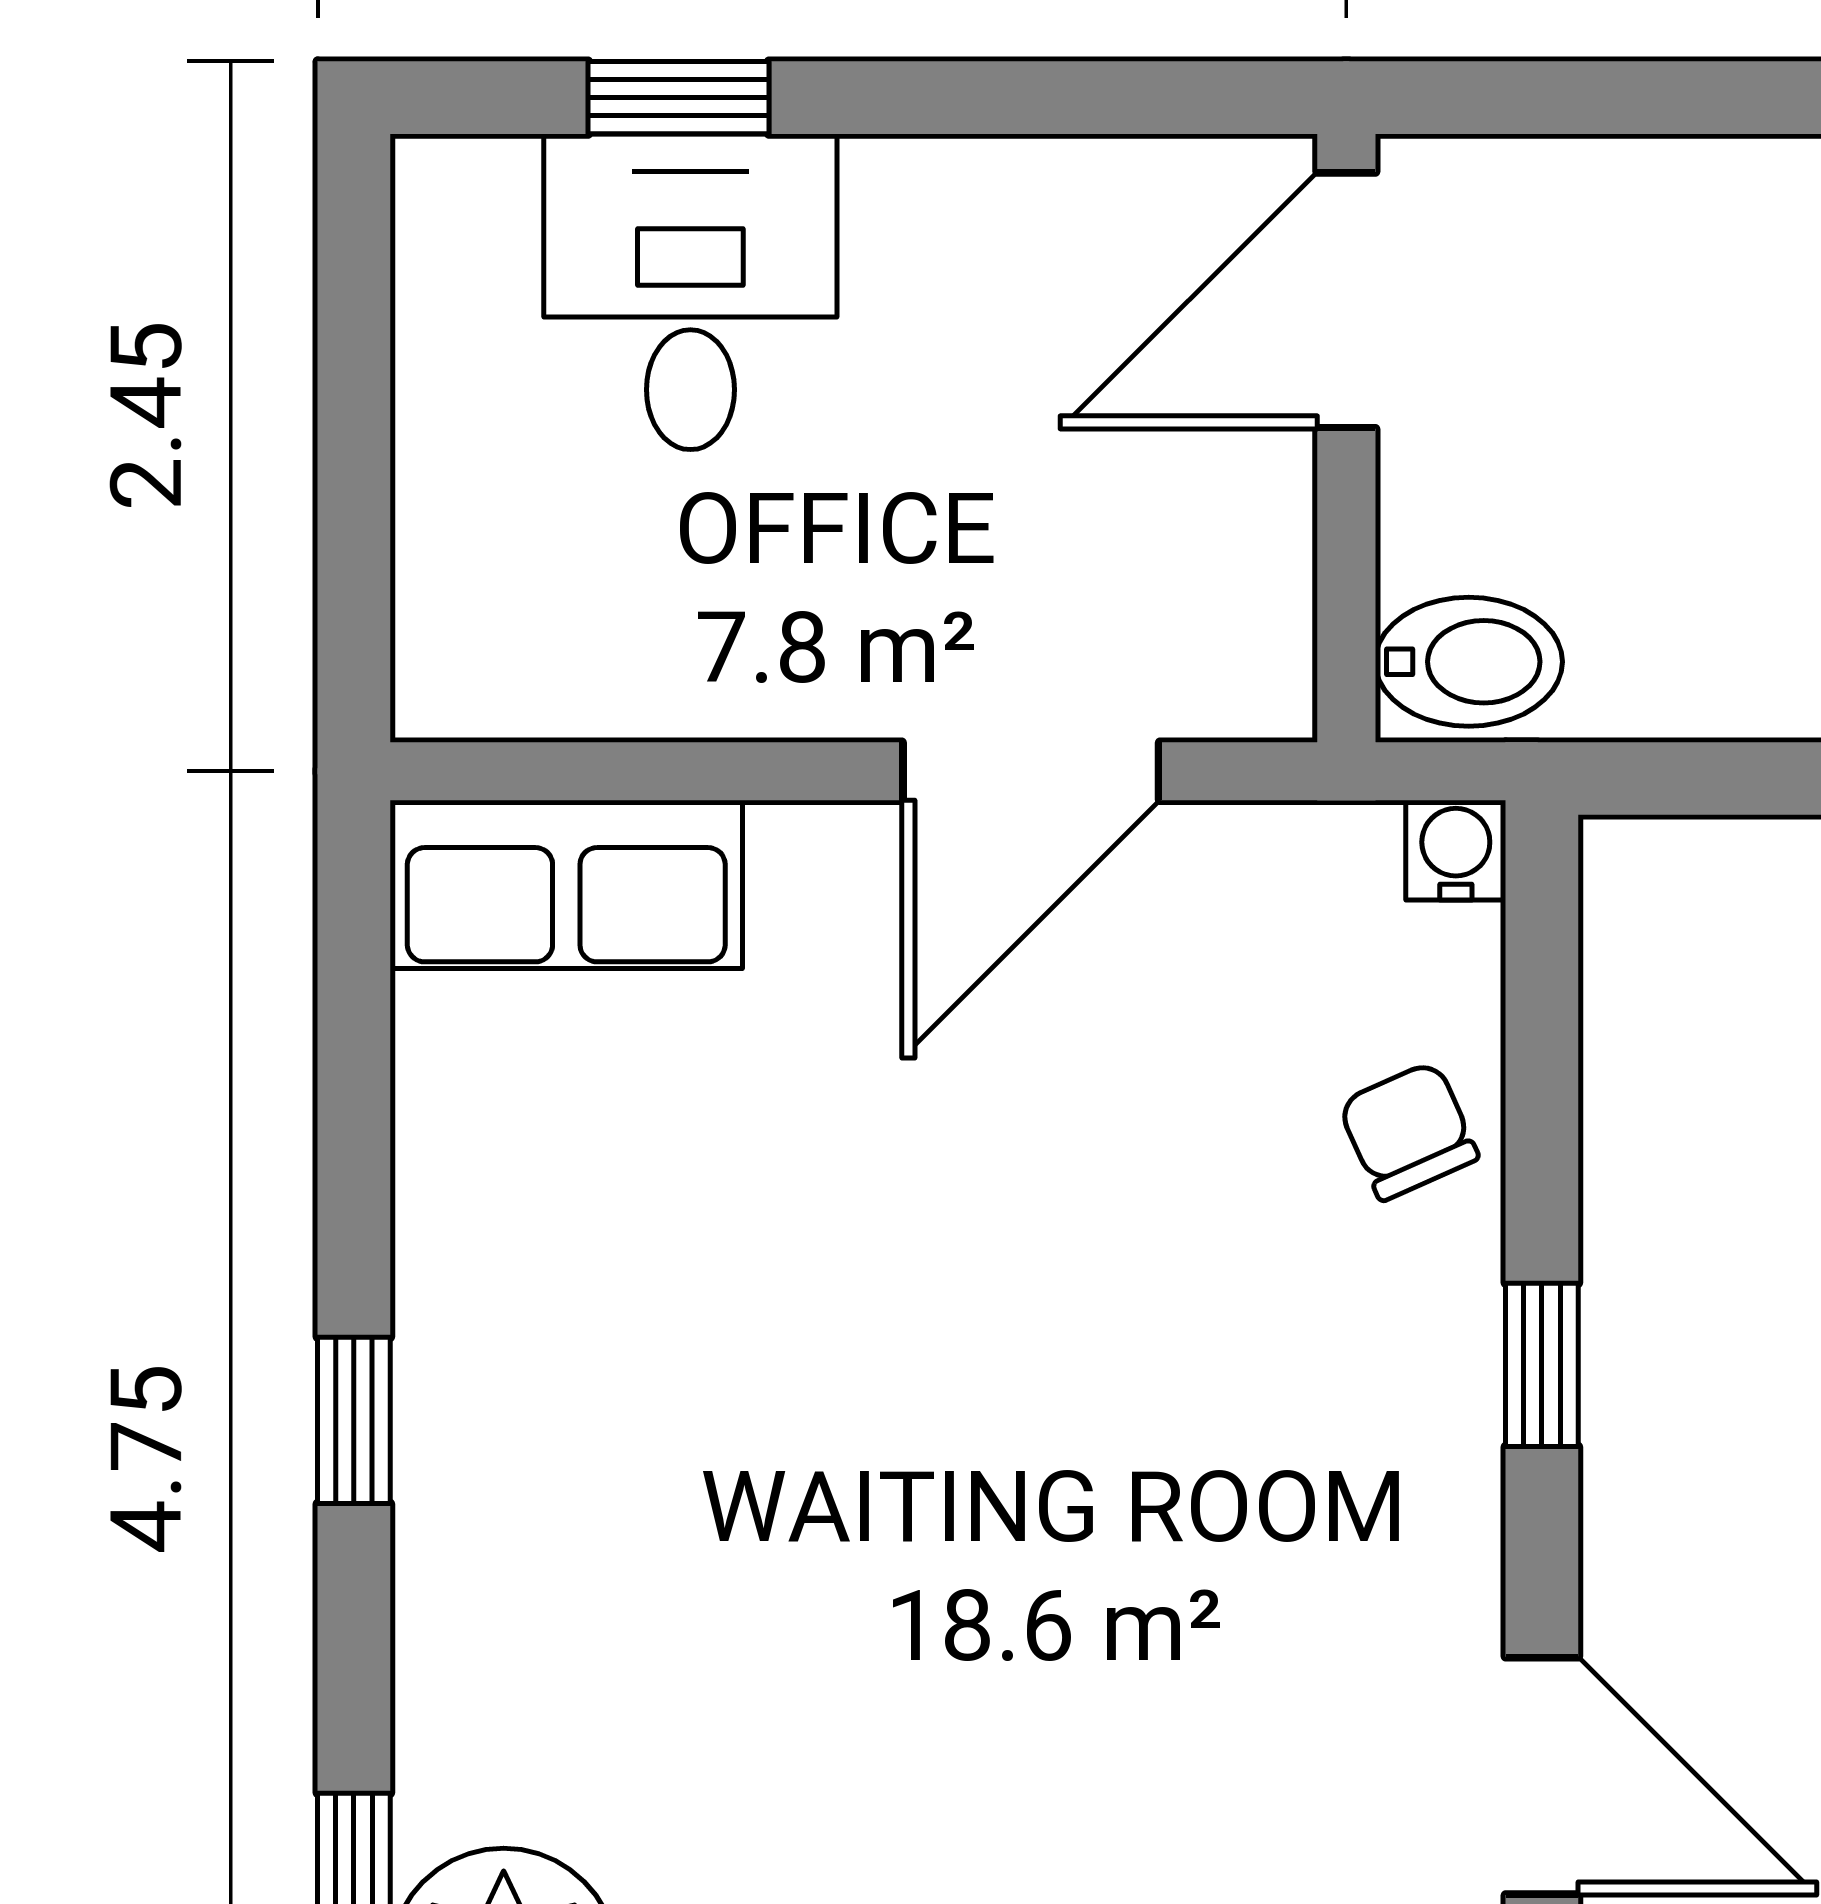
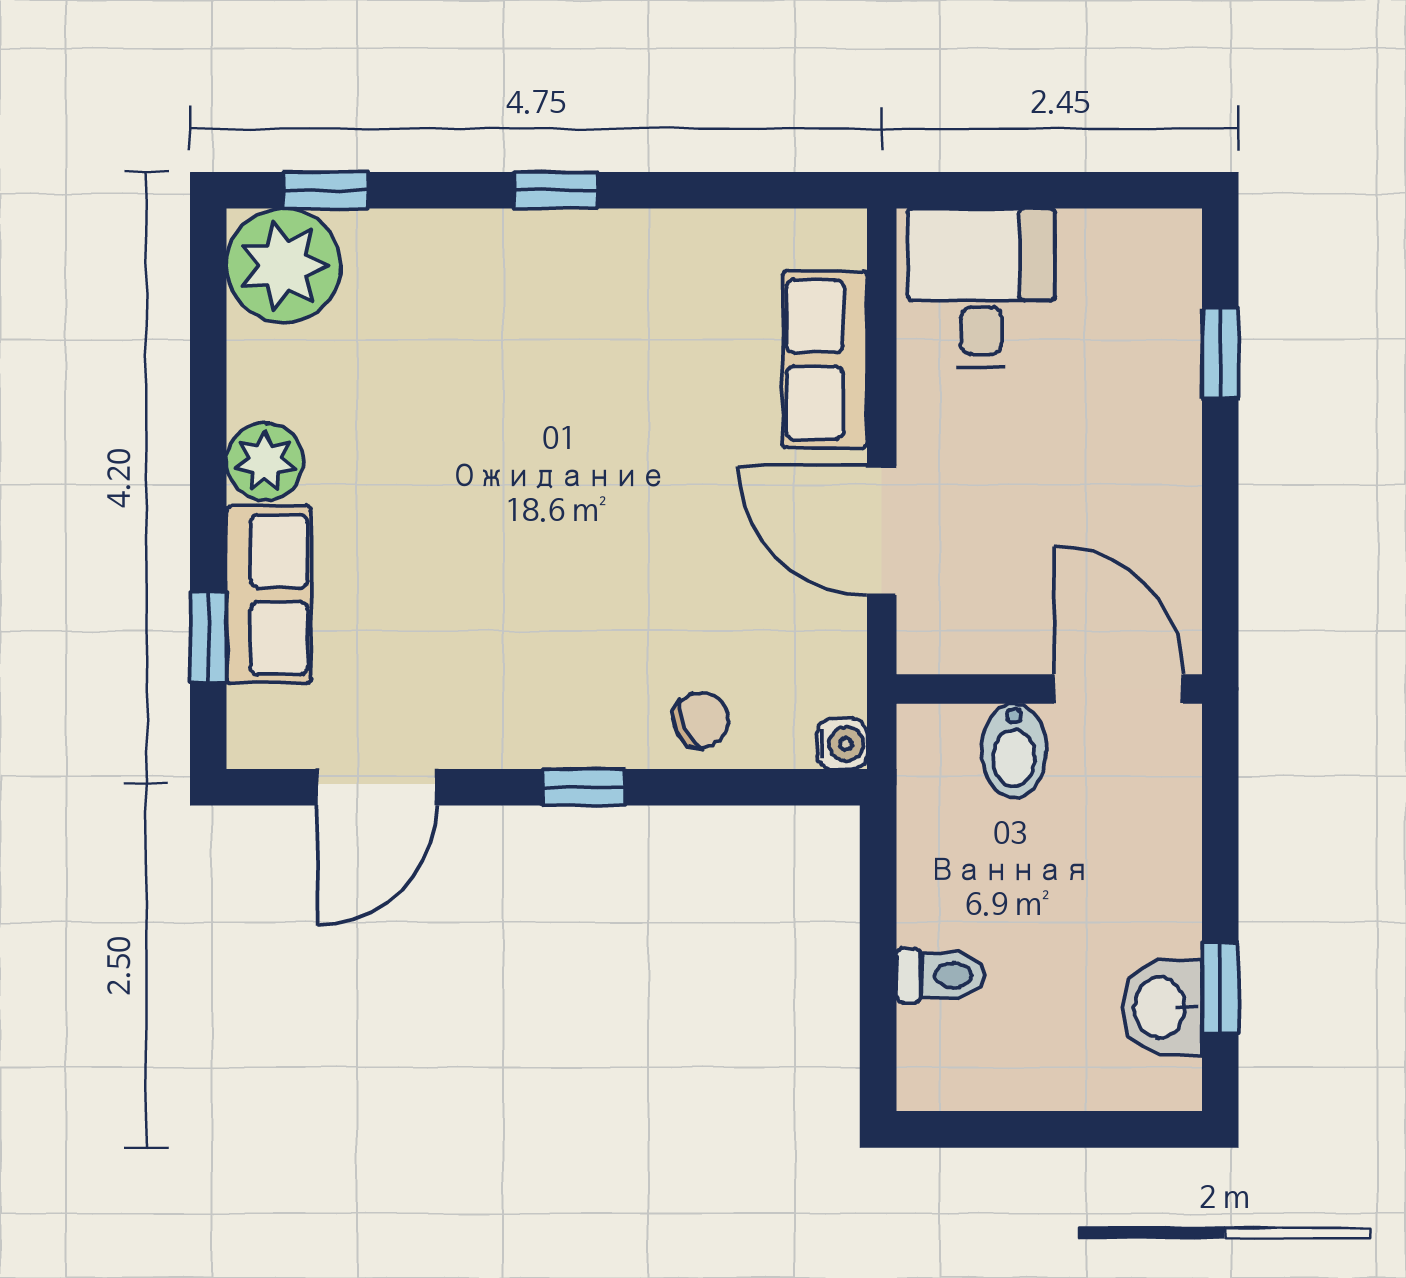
desk: (690, 292) -> (981, 288), moved, turned -90
bidet: (1469, 662) -> (1014, 751), moved
row of seats: (566, 884) -> (825, 359), moved

